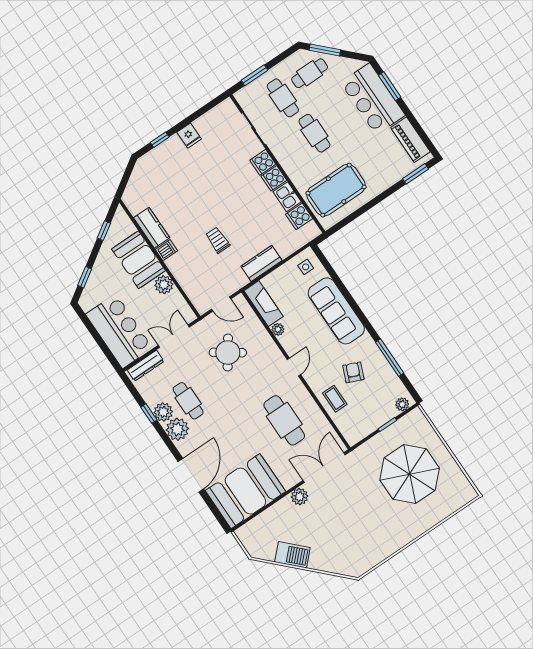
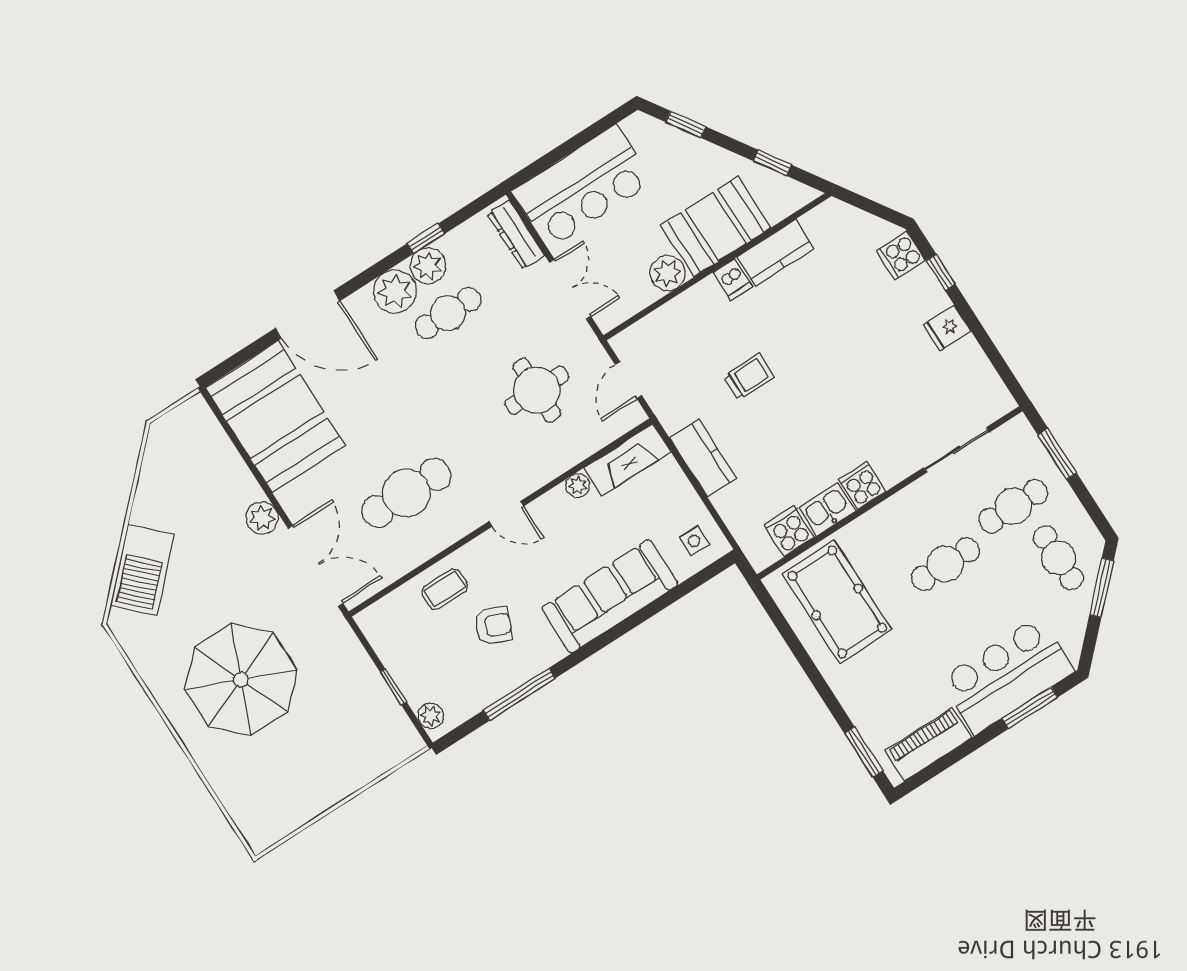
cooker: (263, 162) -> (901, 255), moved, turned -90
round table: (228, 353) -> (537, 390), turned -35
parasol: (410, 474) -> (241, 680), moved
barbecue: (292, 555) -> (142, 570), moved, width x1.37, depth x1.21

